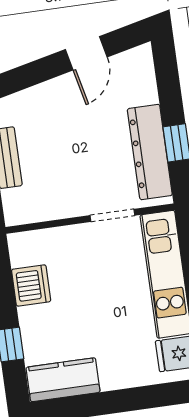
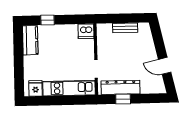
dishwasher: (31, 285) -> (86, 31), moved

